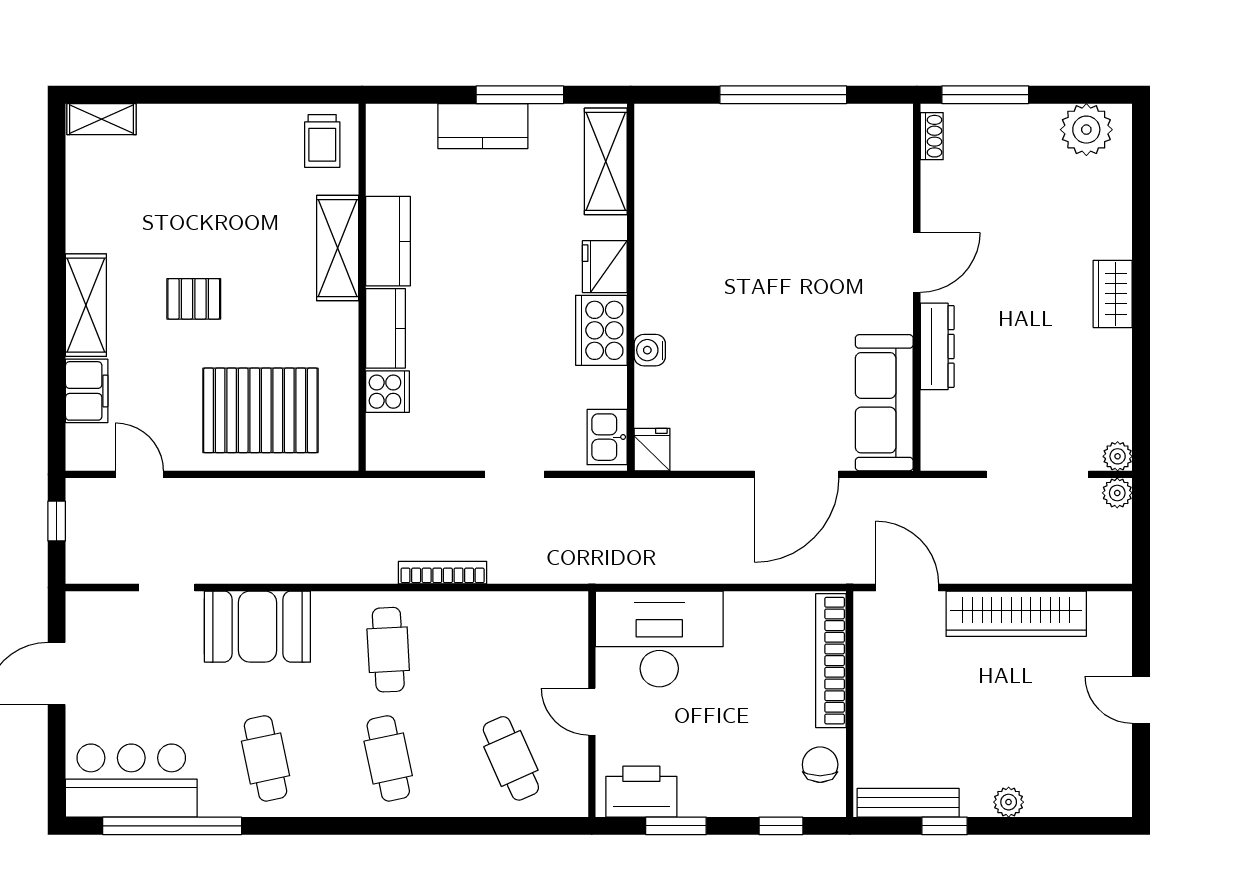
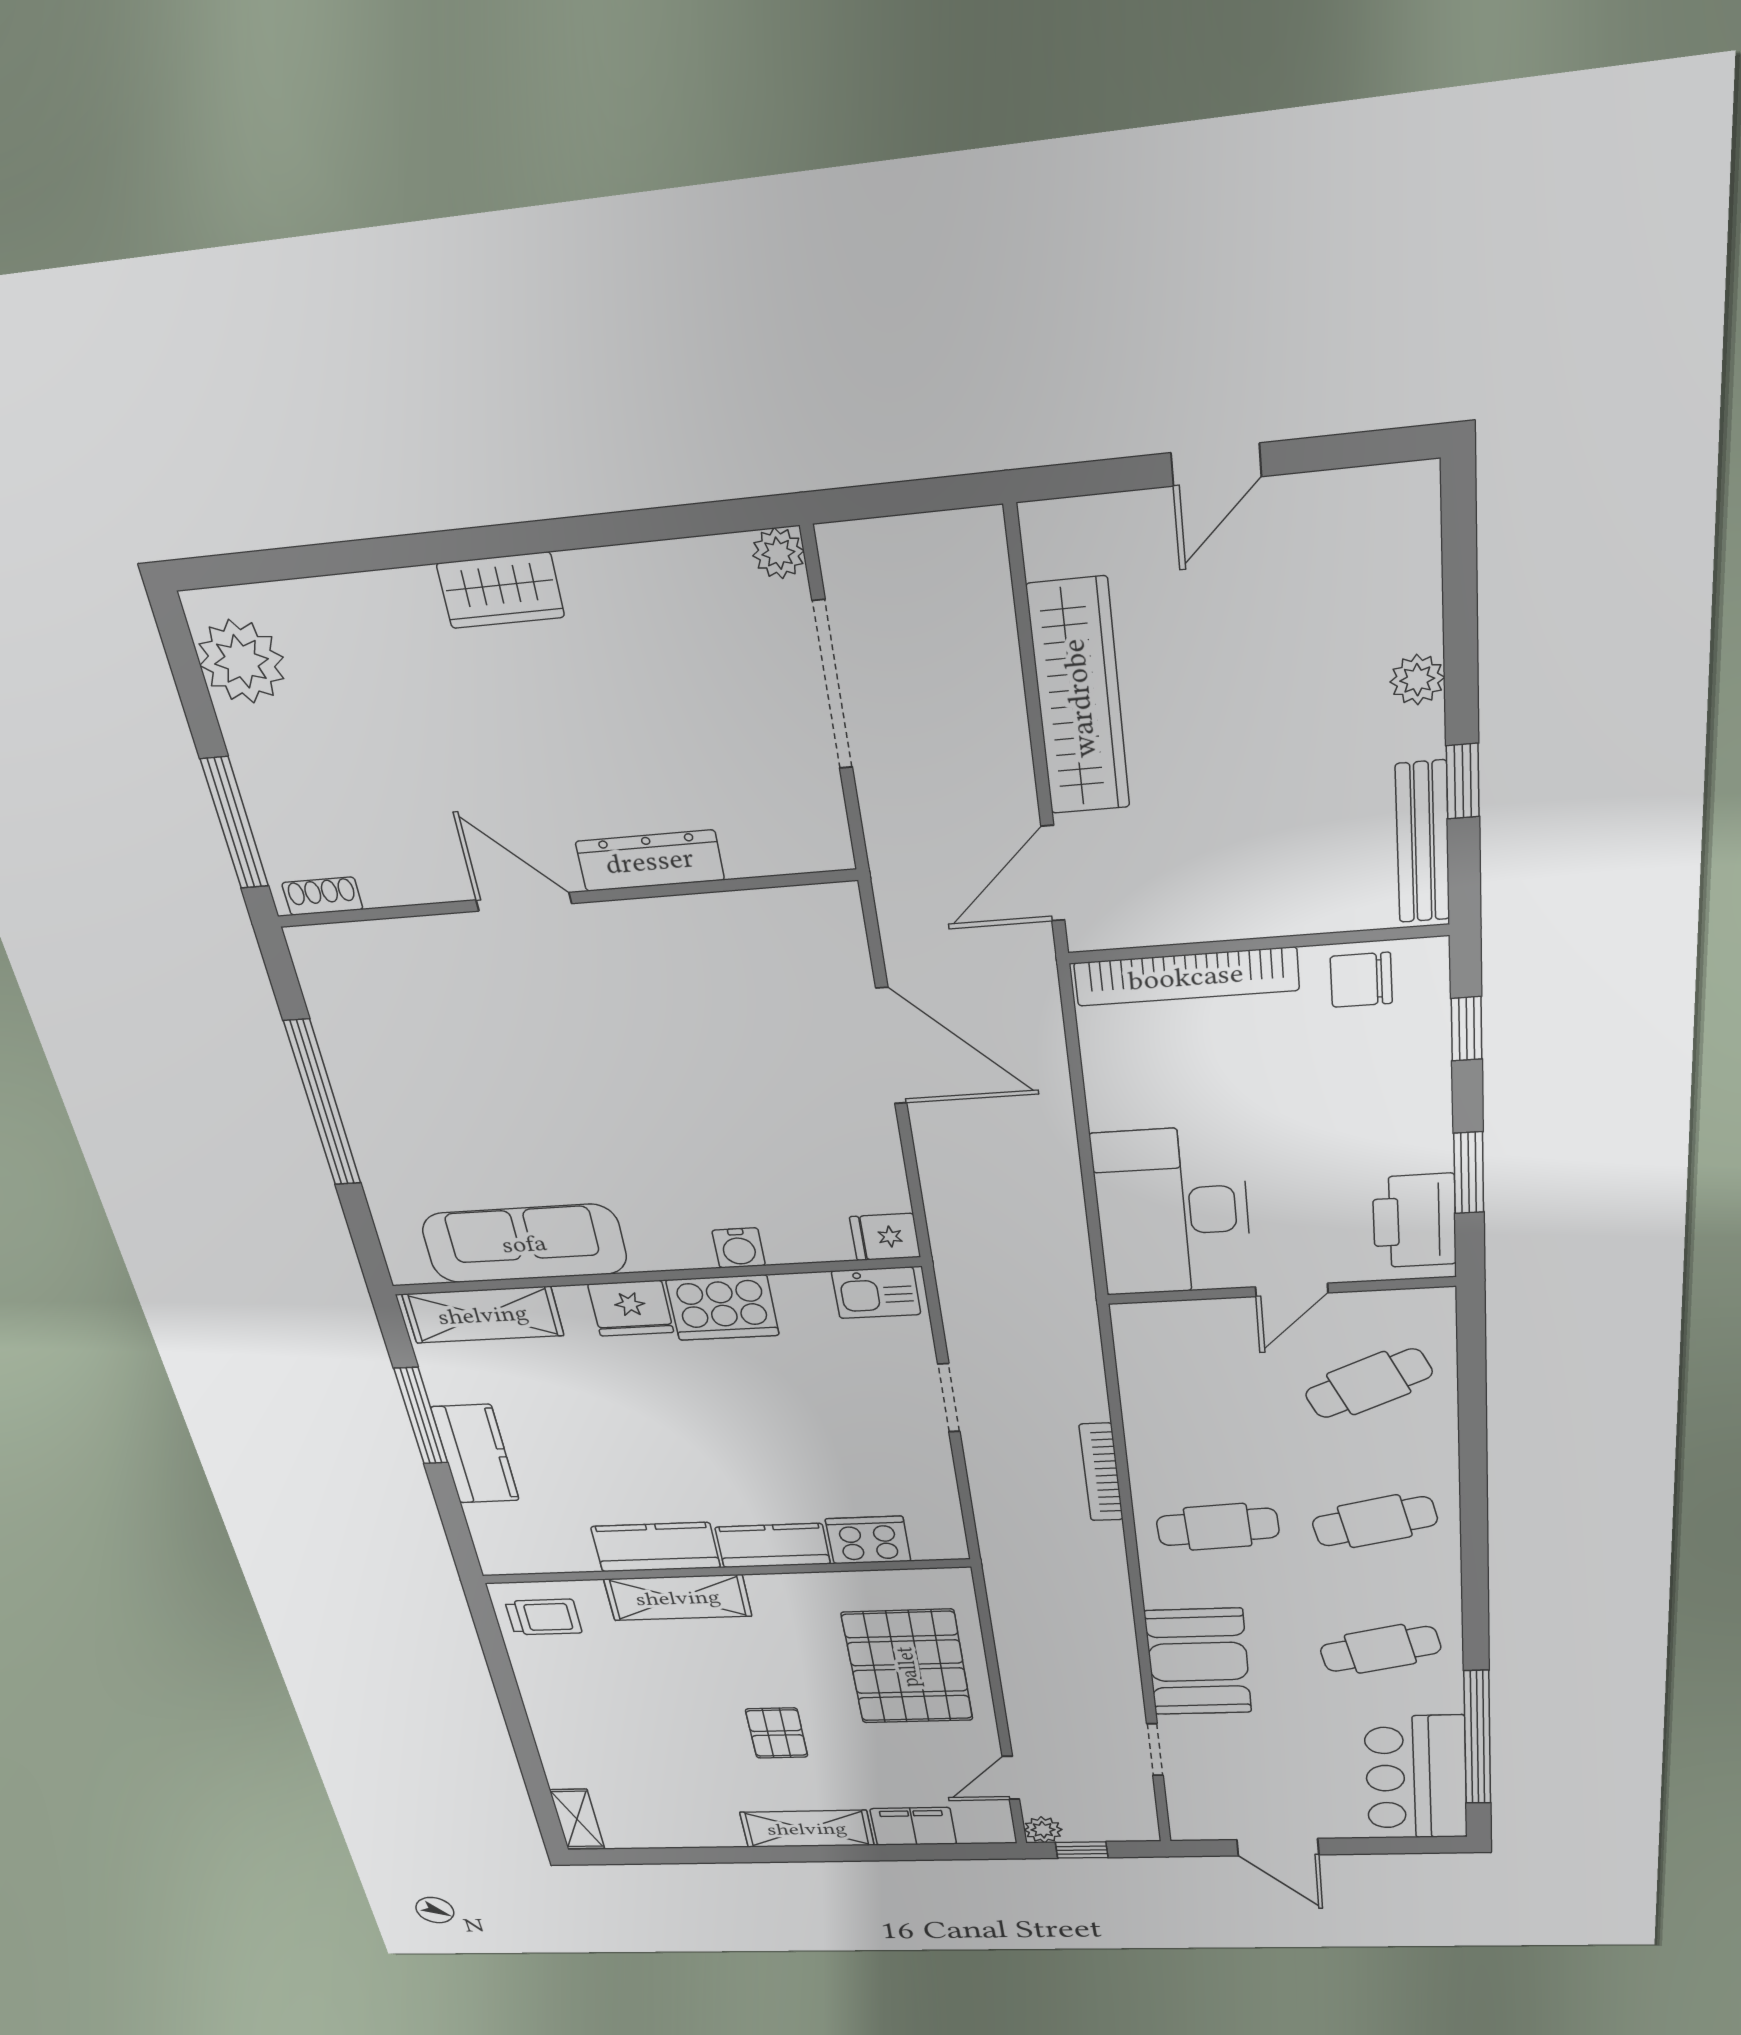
cooker: (388, 392) -> (868, 1540), width x1.36
sofa: (884, 403) -> (524, 1244), moved, turned 180
plant: (1117, 493) -> (1043, 1830), moved

